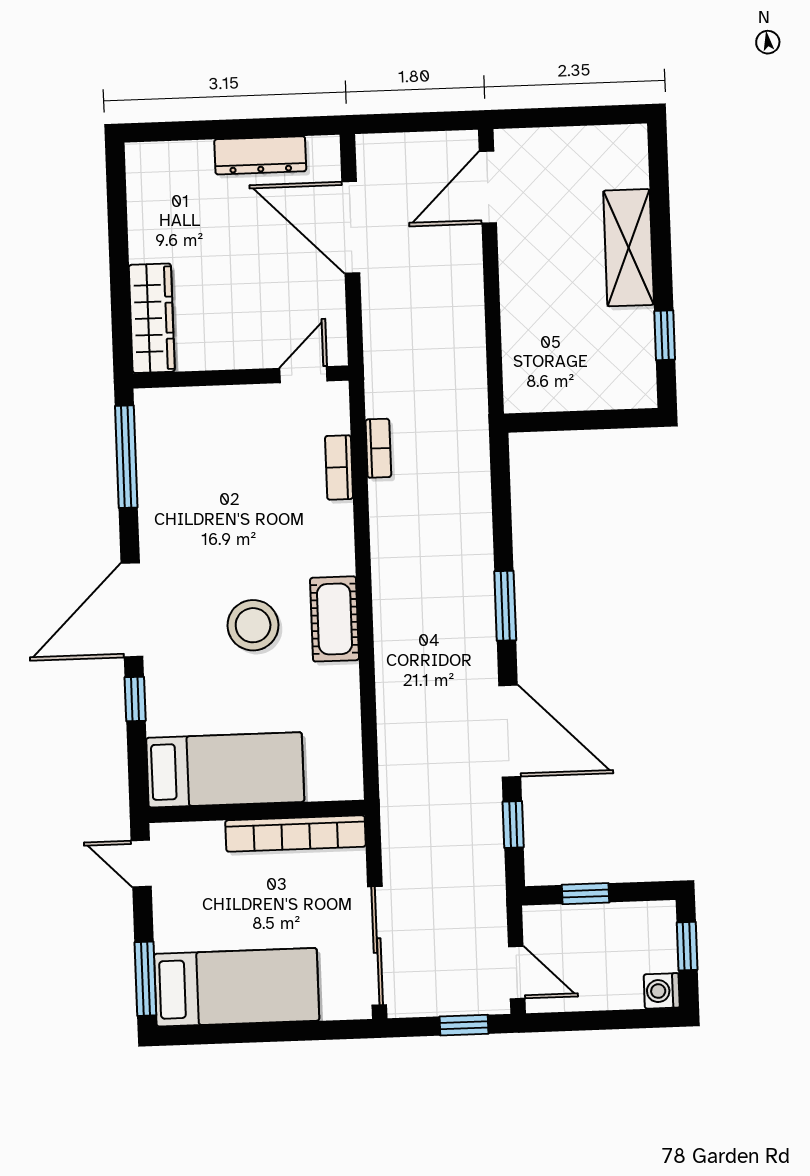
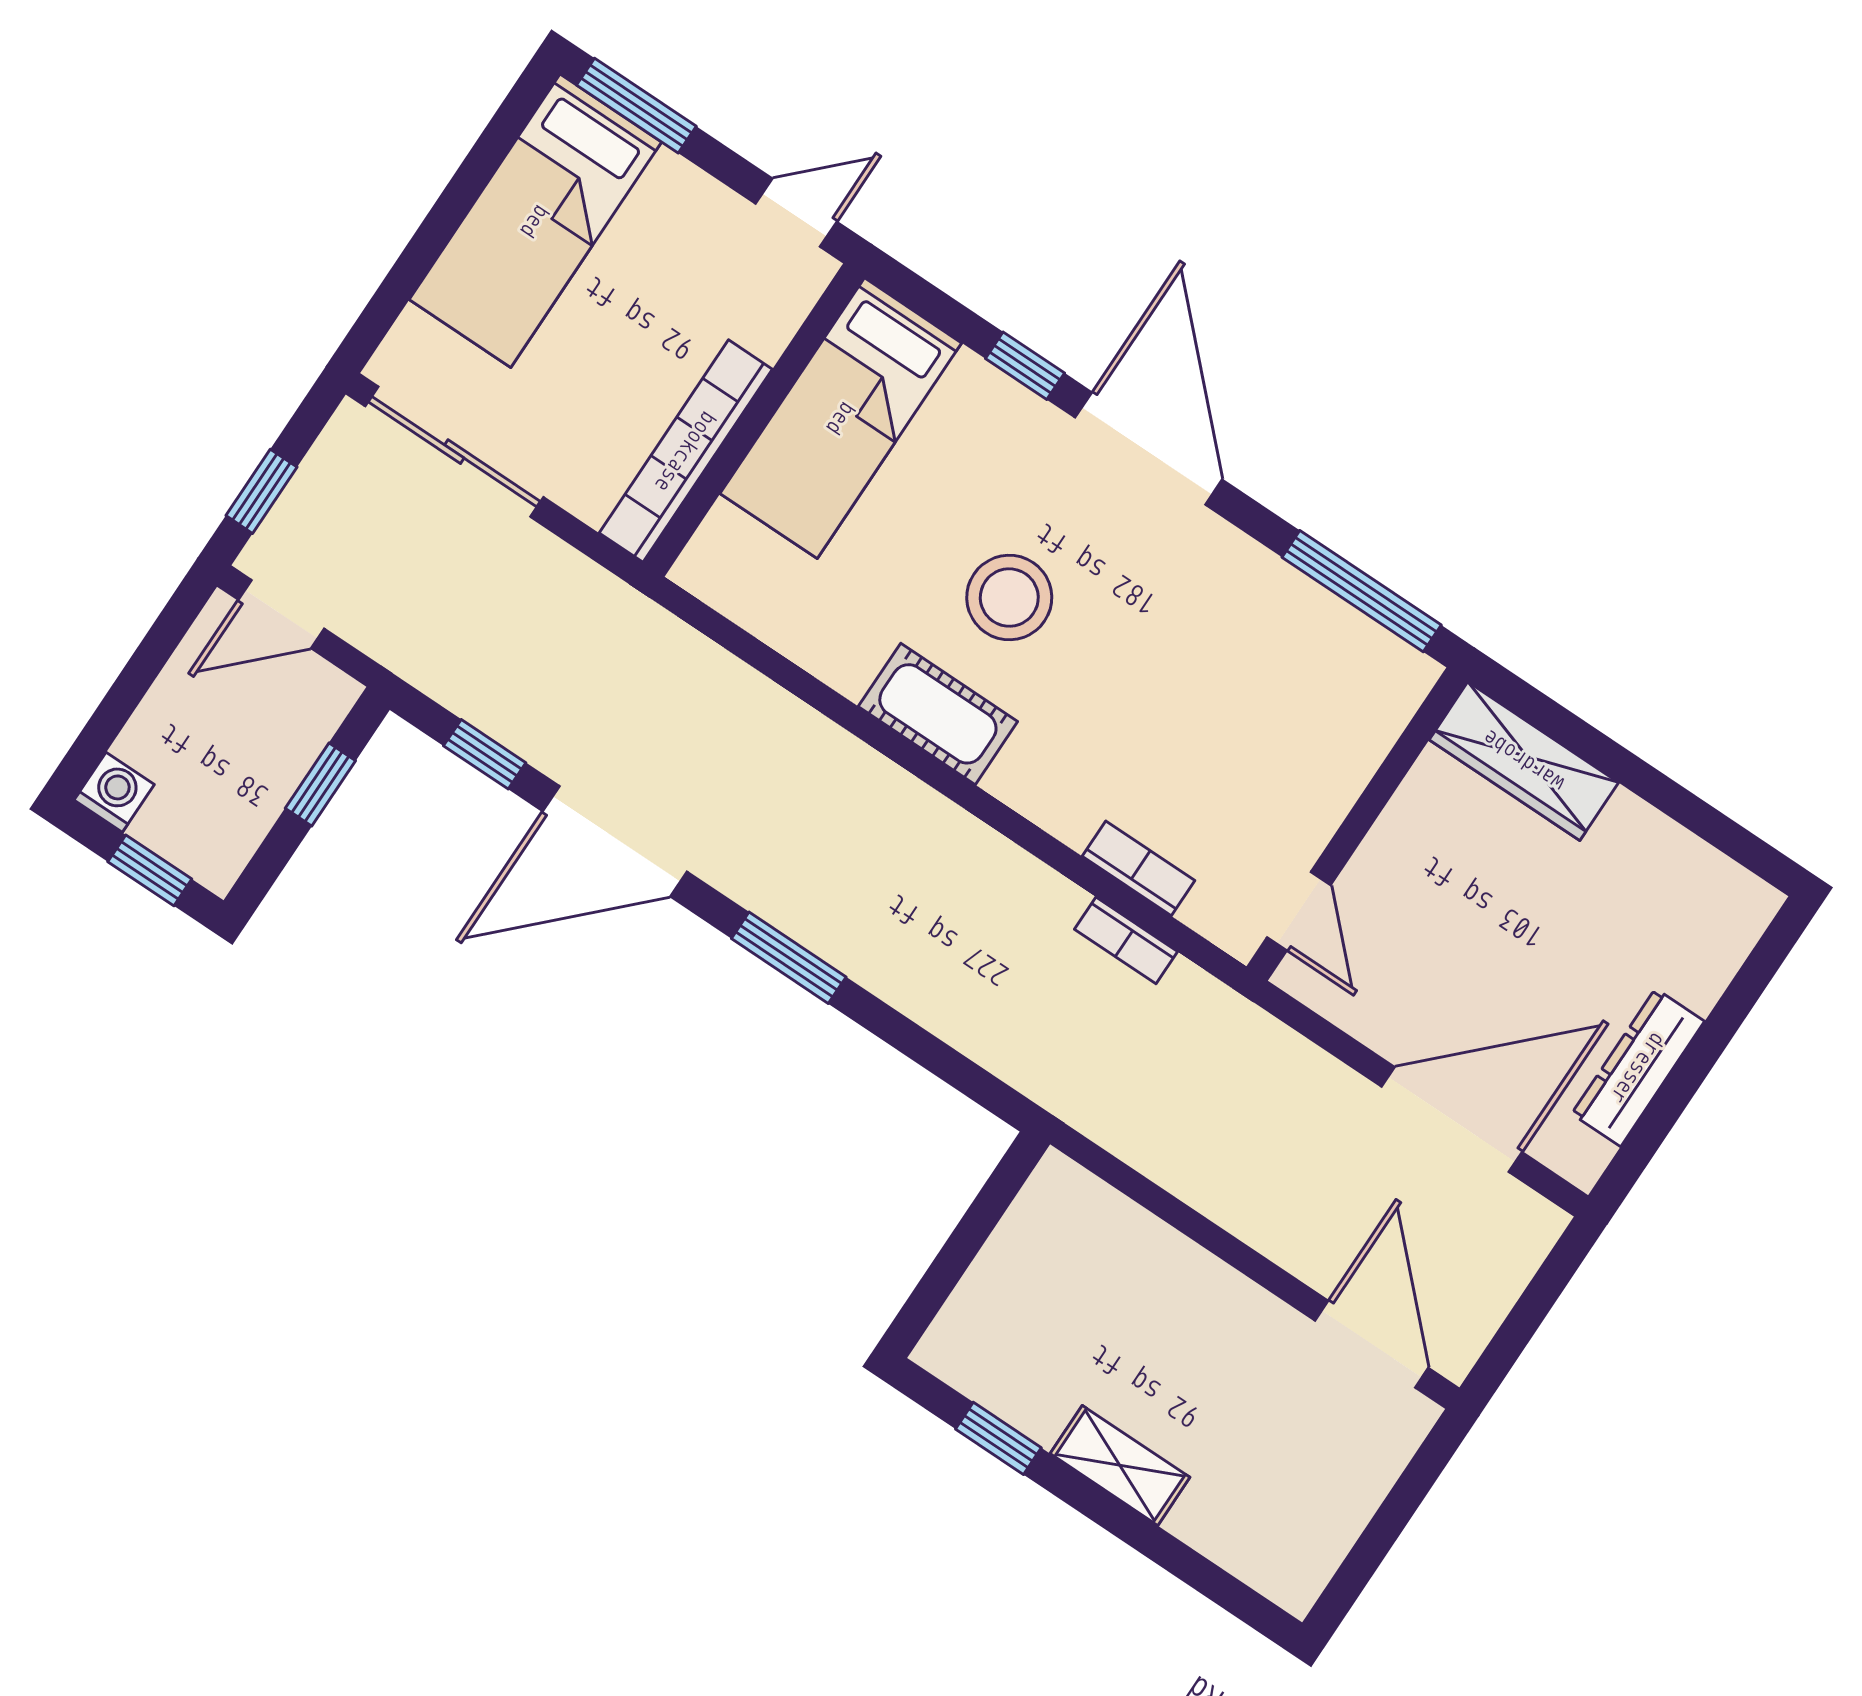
shelving: (629, 248) -> (1120, 1465), width x0.67, depth x0.75

